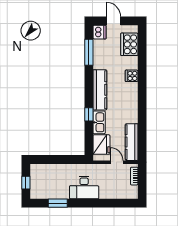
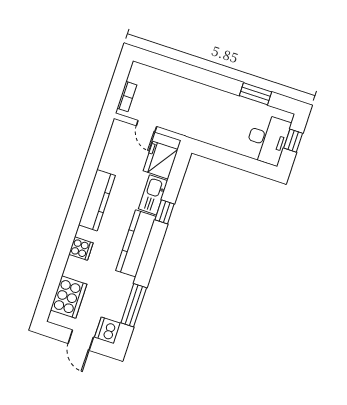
kitchen counter: (132, 142) -> (97, 200), moved
desk: (84, 187) -> (267, 139), moved, turned 90

